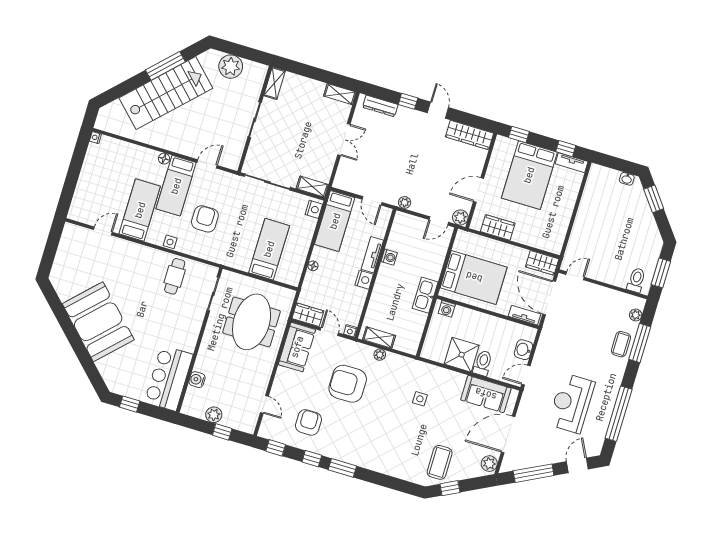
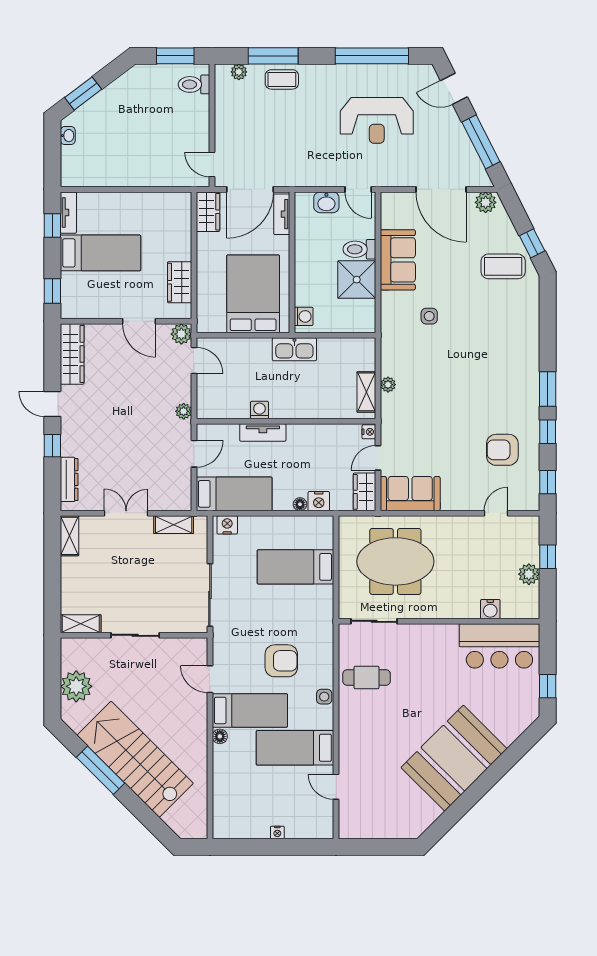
door: (438, 110) -> (52, 404), hinge flipped
nightstand: (95, 138) -> (277, 832), moved
bed: (529, 175) -> (101, 253), width x0.67
shelving: (312, 187) -> (174, 525), moved, turned 90
armchair: (205, 219) -> (281, 661), turned 180
nightstand: (364, 280) -> (319, 501), moved, turned 180
armchair: (348, 384) -> (438, 414), removed
sofa: (486, 394) -> (398, 260), moved

